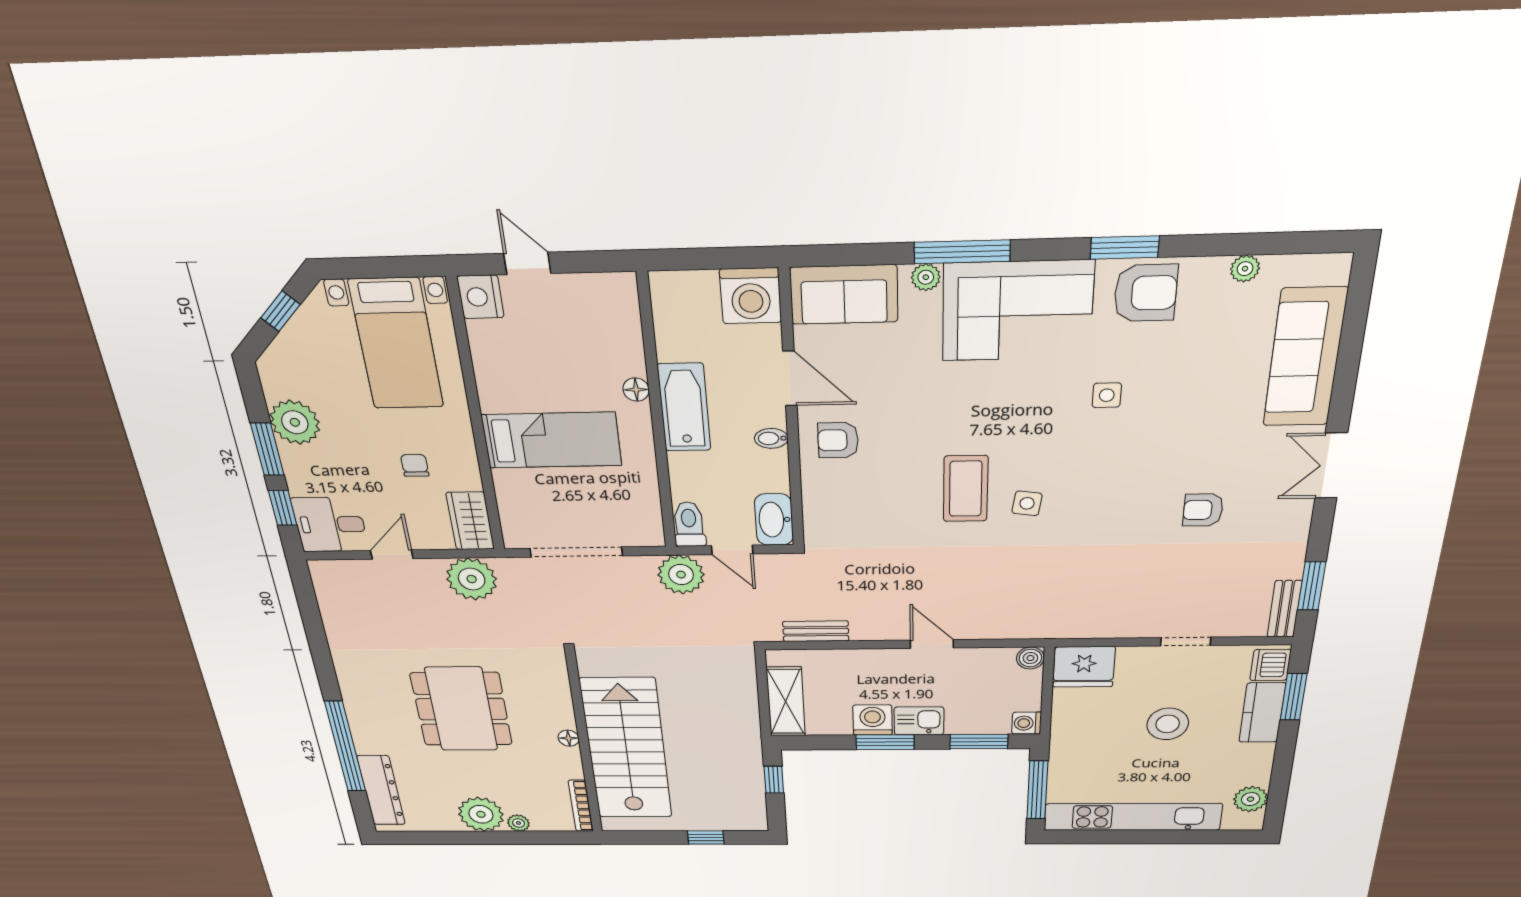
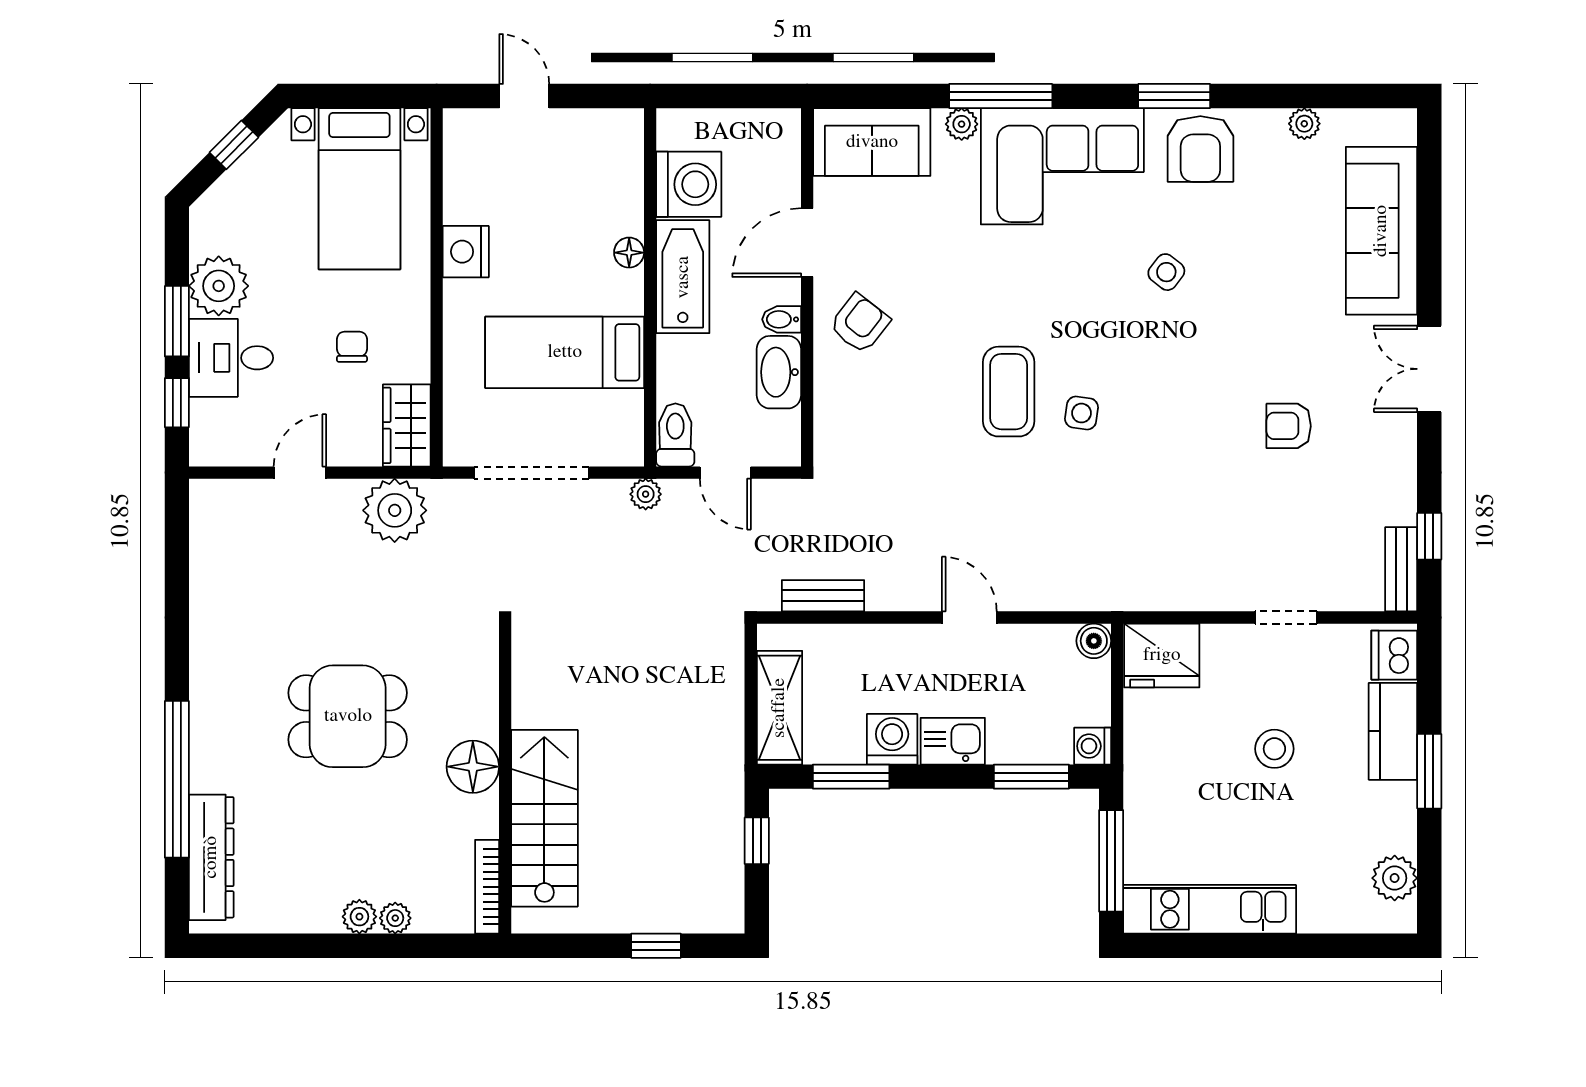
armchair: (1146, 293) -> (1200, 149), turned 90
washing machine: (751, 296) -> (689, 184), moved, turned -90
nightstand: (480, 297) -> (466, 252), moved
door: (790, 378) -> (807, 243), swing flipped
side table: (1107, 395) -> (1166, 272), turned 38
bed: (552, 440) -> (565, 352), moved, turned 180
armchair: (838, 440) -> (860, 323), turned 128
washbasin: (774, 520) -> (779, 372), moved
desk: (330, 525) -> (231, 358), moved
plant: (681, 575) -> (646, 494), width x0.53, depth x0.53
window: (1312, 586) -> (1429, 536), width x0.67
window: (1294, 697) -> (1429, 771), moved
dining table: (461, 709) -> (348, 716), width x0.73
stool: (1168, 724) -> (1274, 749), width x0.73, depth x0.73
floor lamp: (569, 738) -> (473, 767), width x1.89, depth x1.89
window: (885, 742) -> (851, 777), moved
stairs: (626, 749) -> (544, 818), width x0.73, depth x0.66
plant: (481, 814) -> (359, 917), width x0.53, depth x0.53
kitchen unit: (1133, 817) -> (1210, 909), width x0.73

